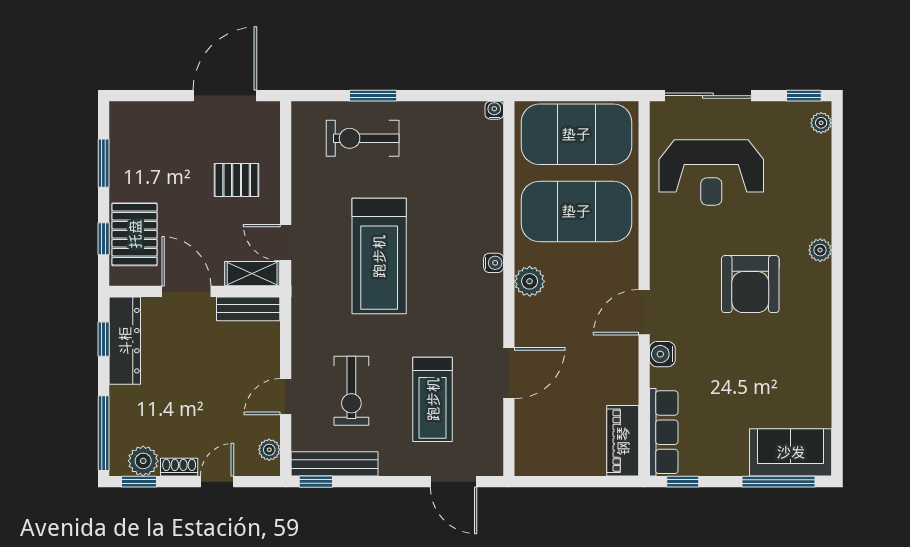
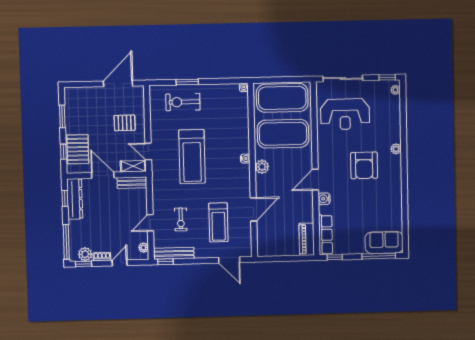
exercise bike: (351, 391) -> (181, 219), width x0.73, depth x0.72

